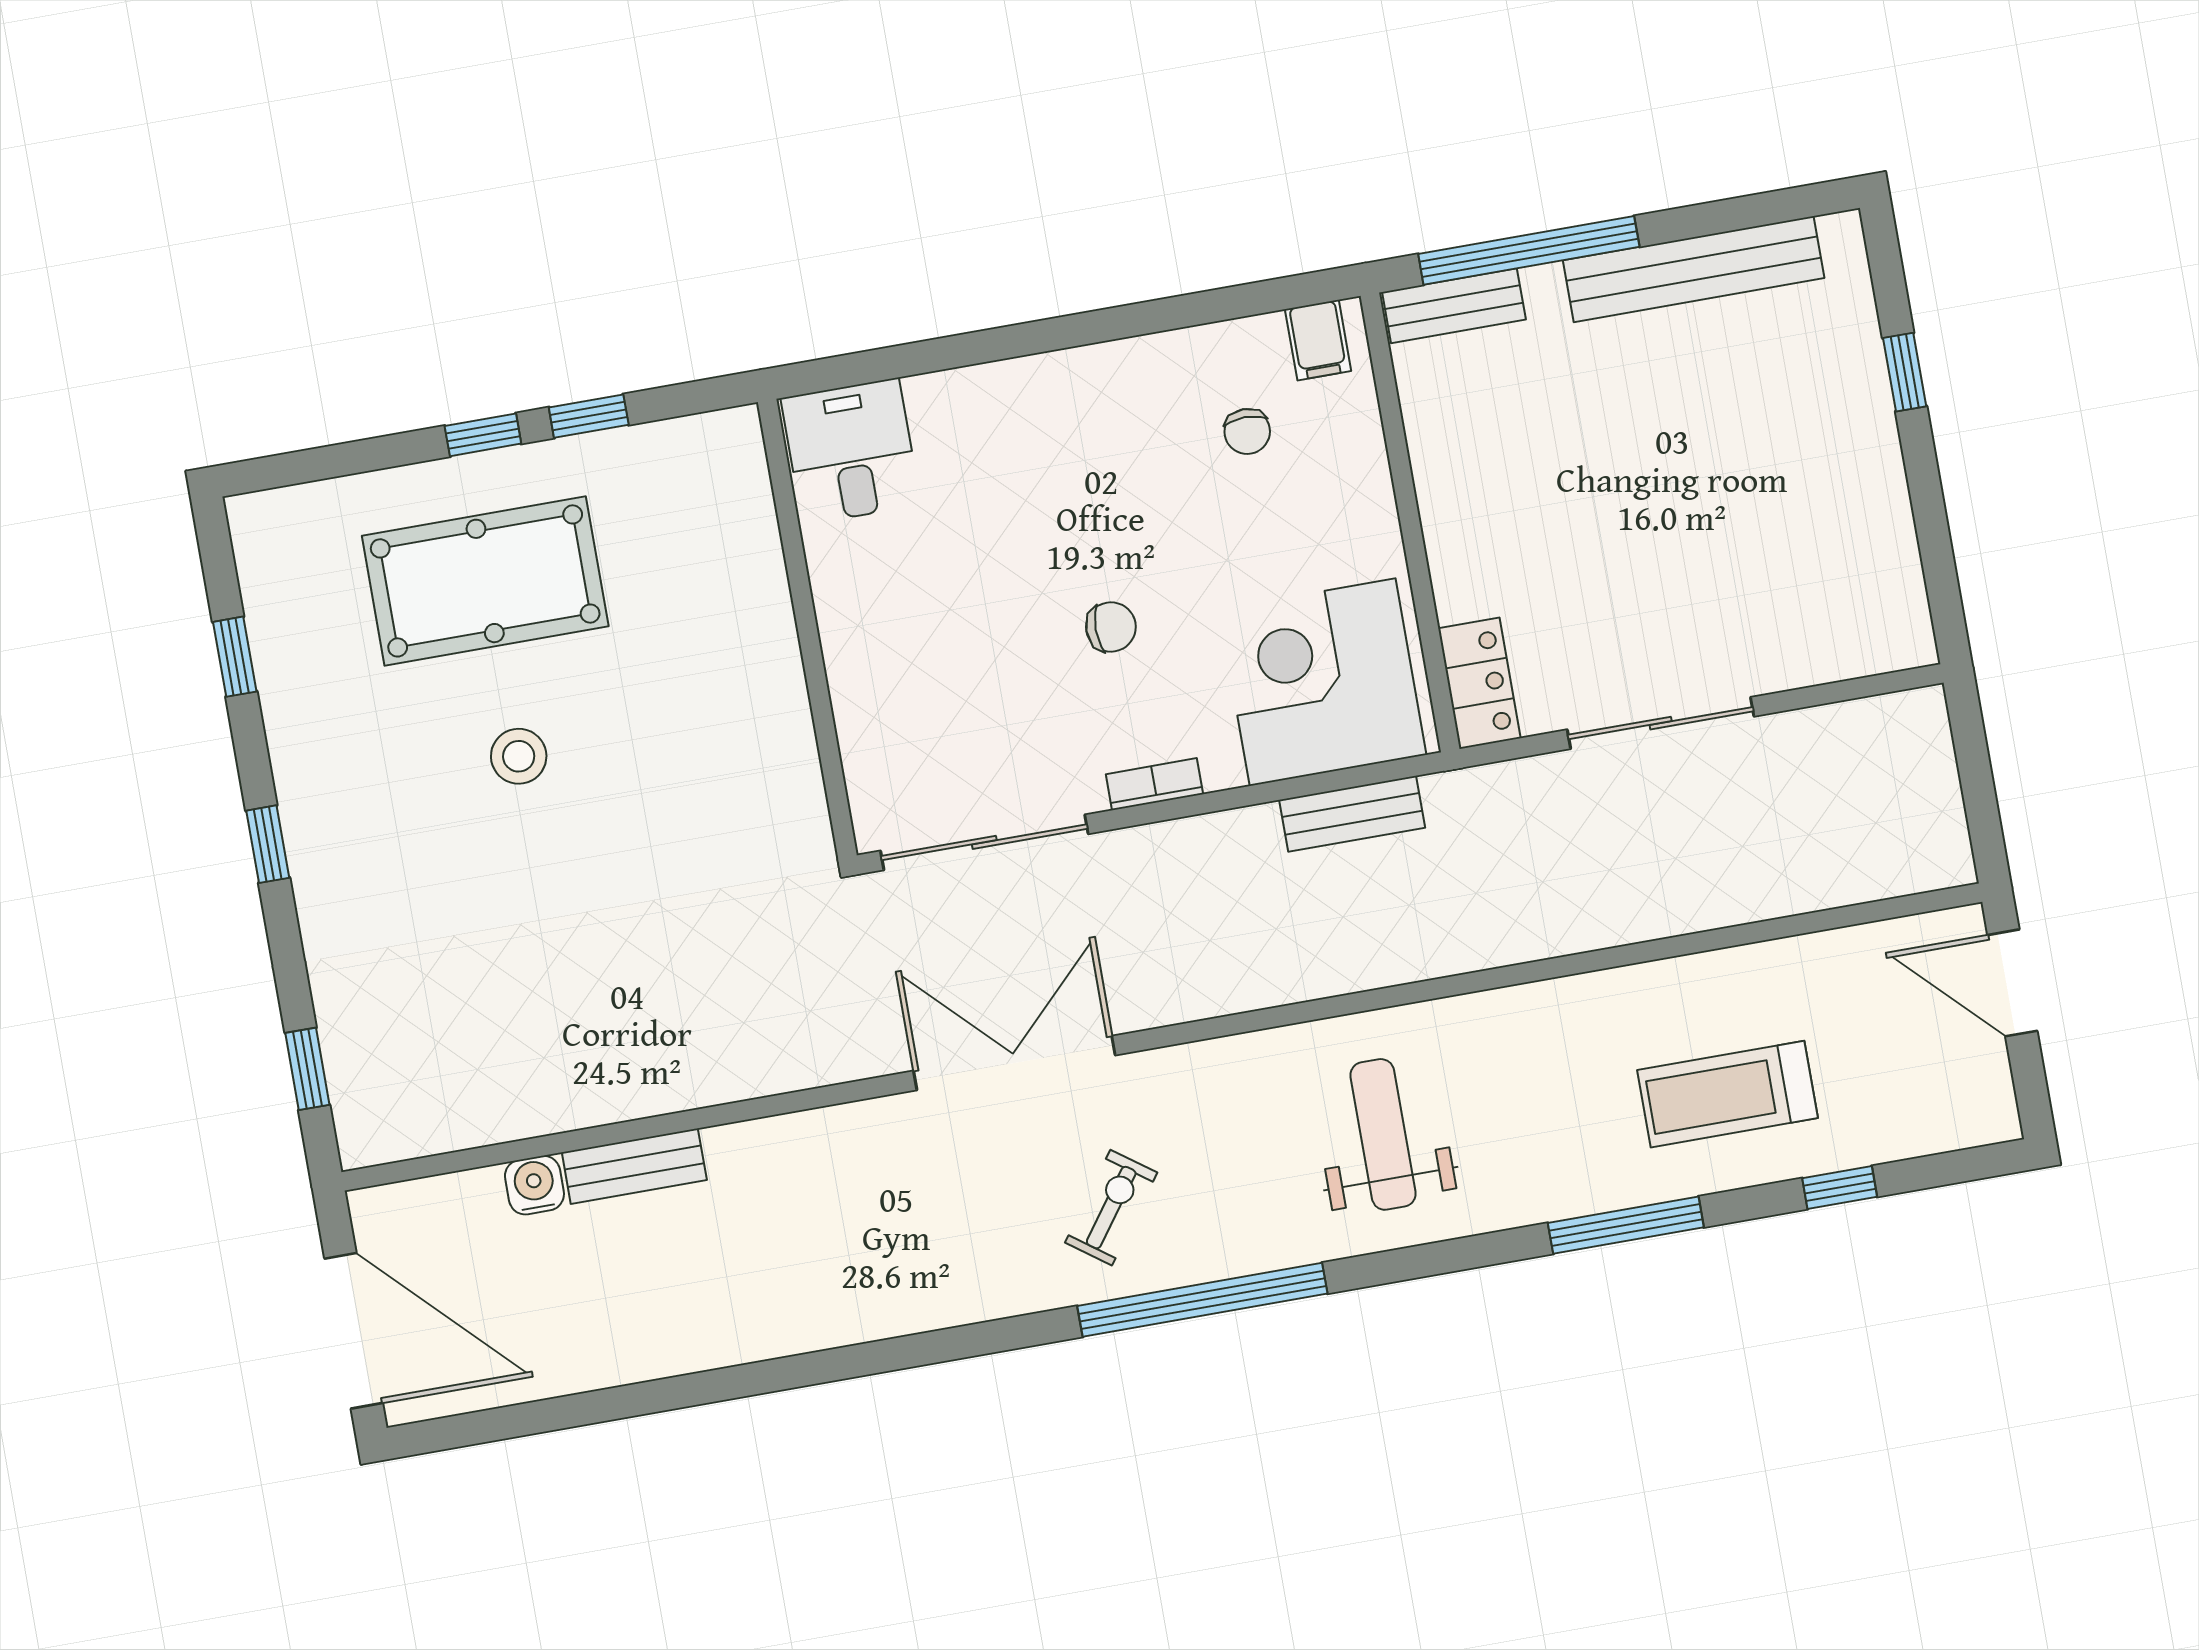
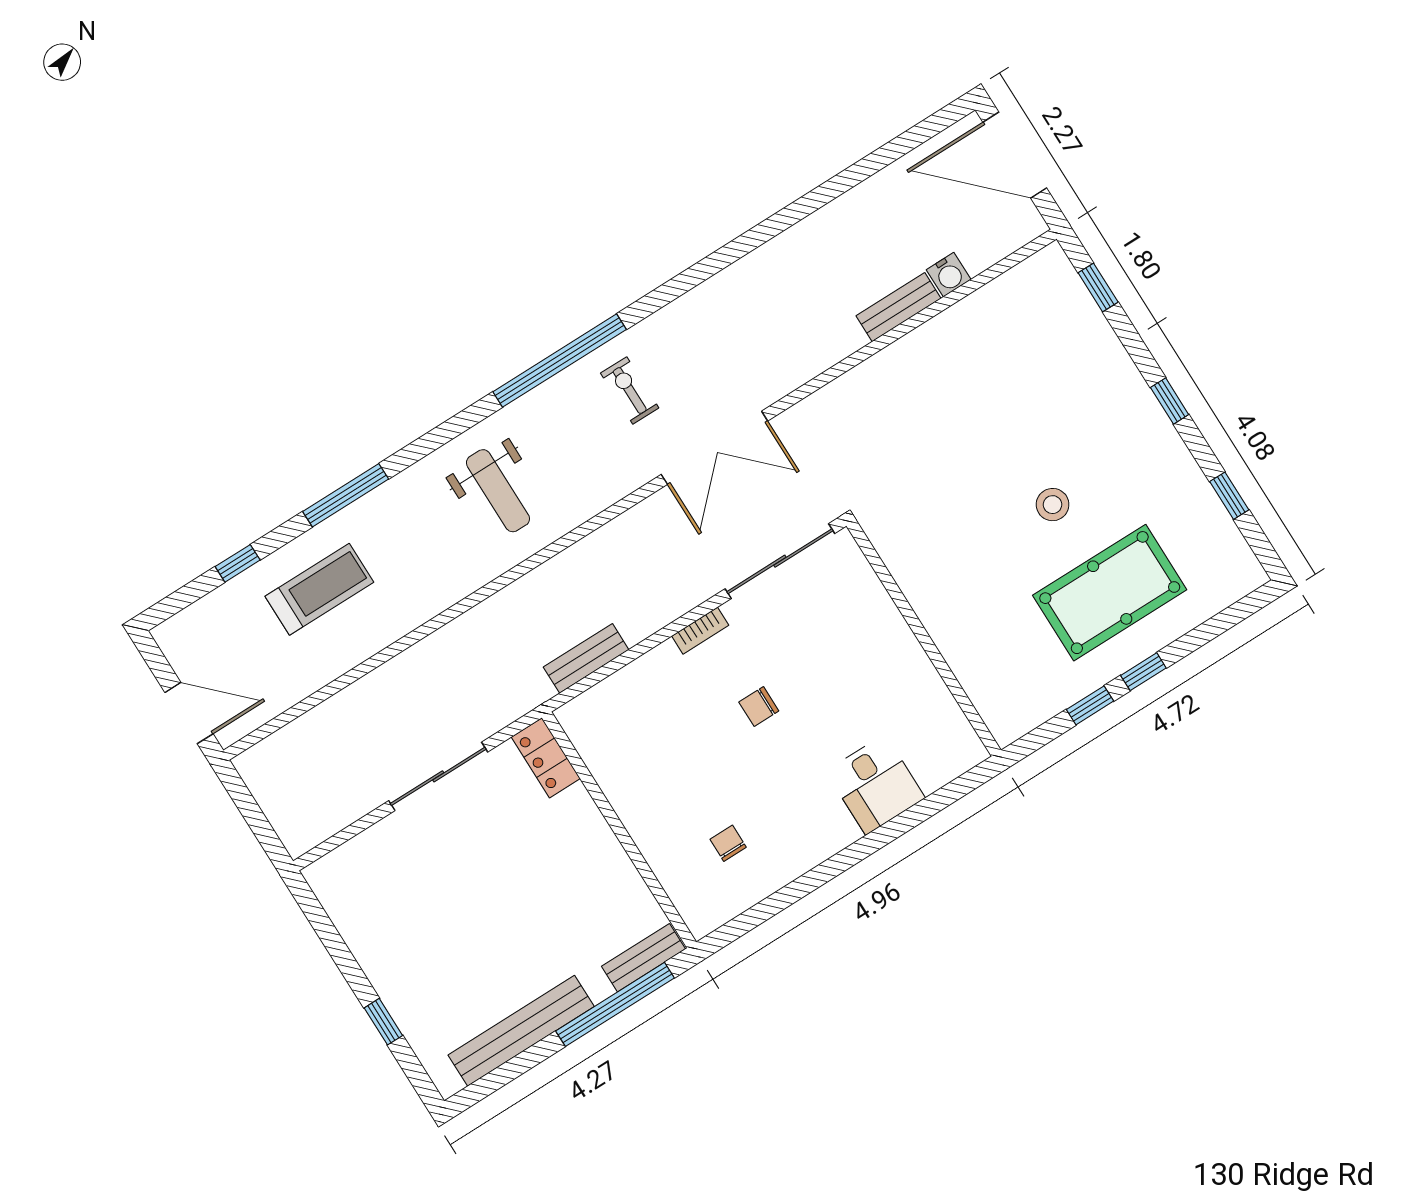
filing cabinet: (1318, 340) -> (710, 909), removed
desk: (851, 451) -> (876, 785), moved
corner desk: (1323, 682) -> (631, 724), removed
exercise bike: (1111, 1208) -> (630, 391), turned 144

